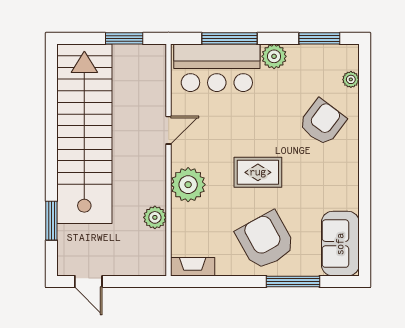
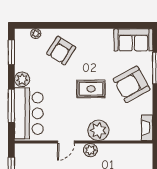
armchair: (322, 122) -> (61, 51), turned -95
door: (169, 130) -> (66, 142), swing flipped
rug: (258, 172) -> (91, 89), turned 90
plant: (155, 217) -> (90, 150), moved

